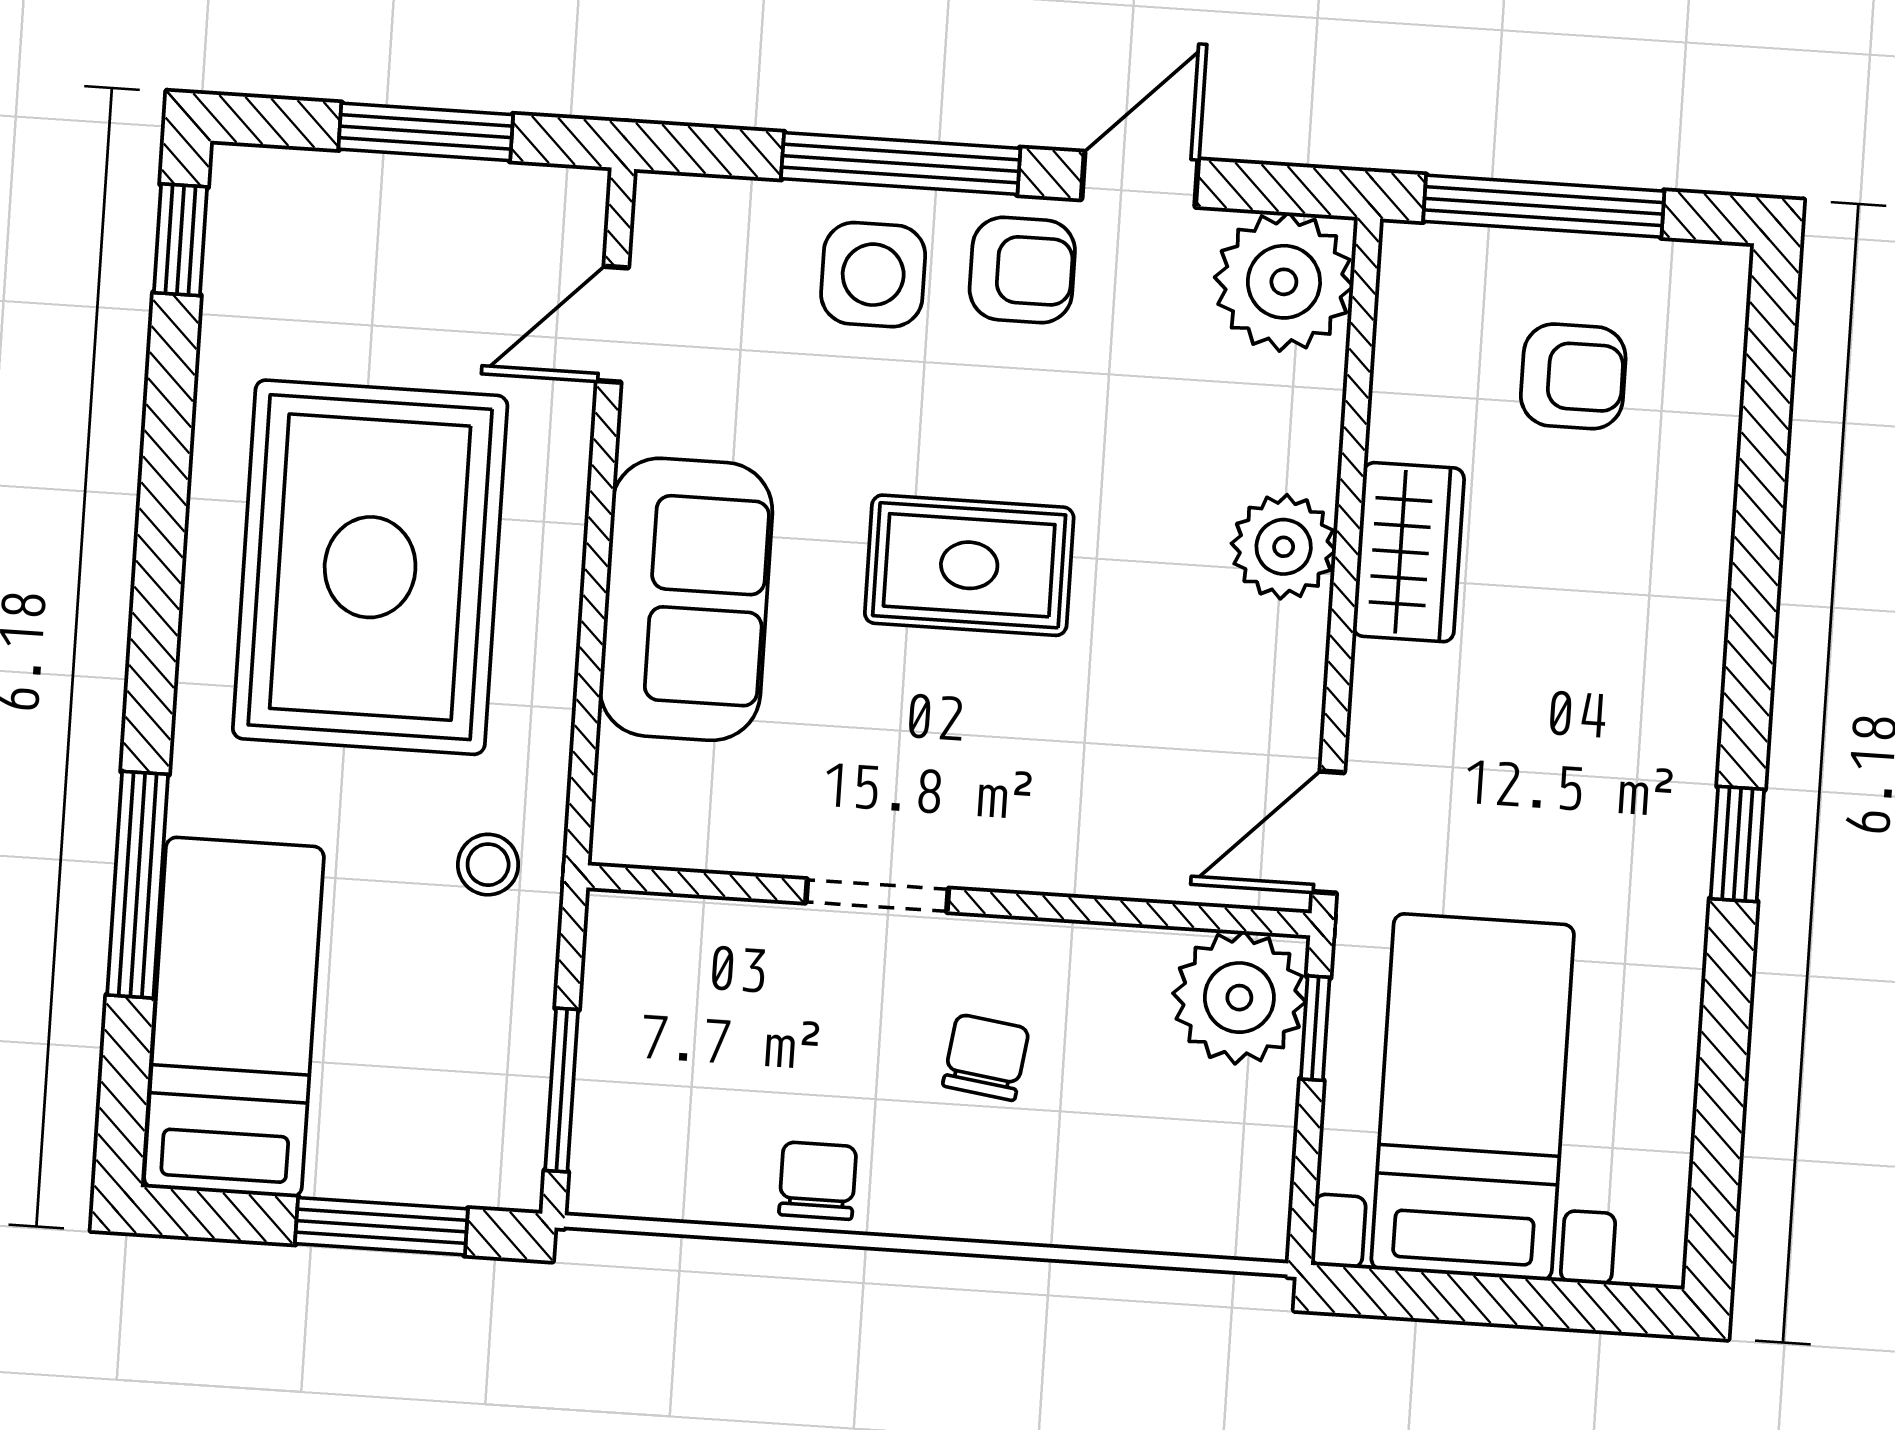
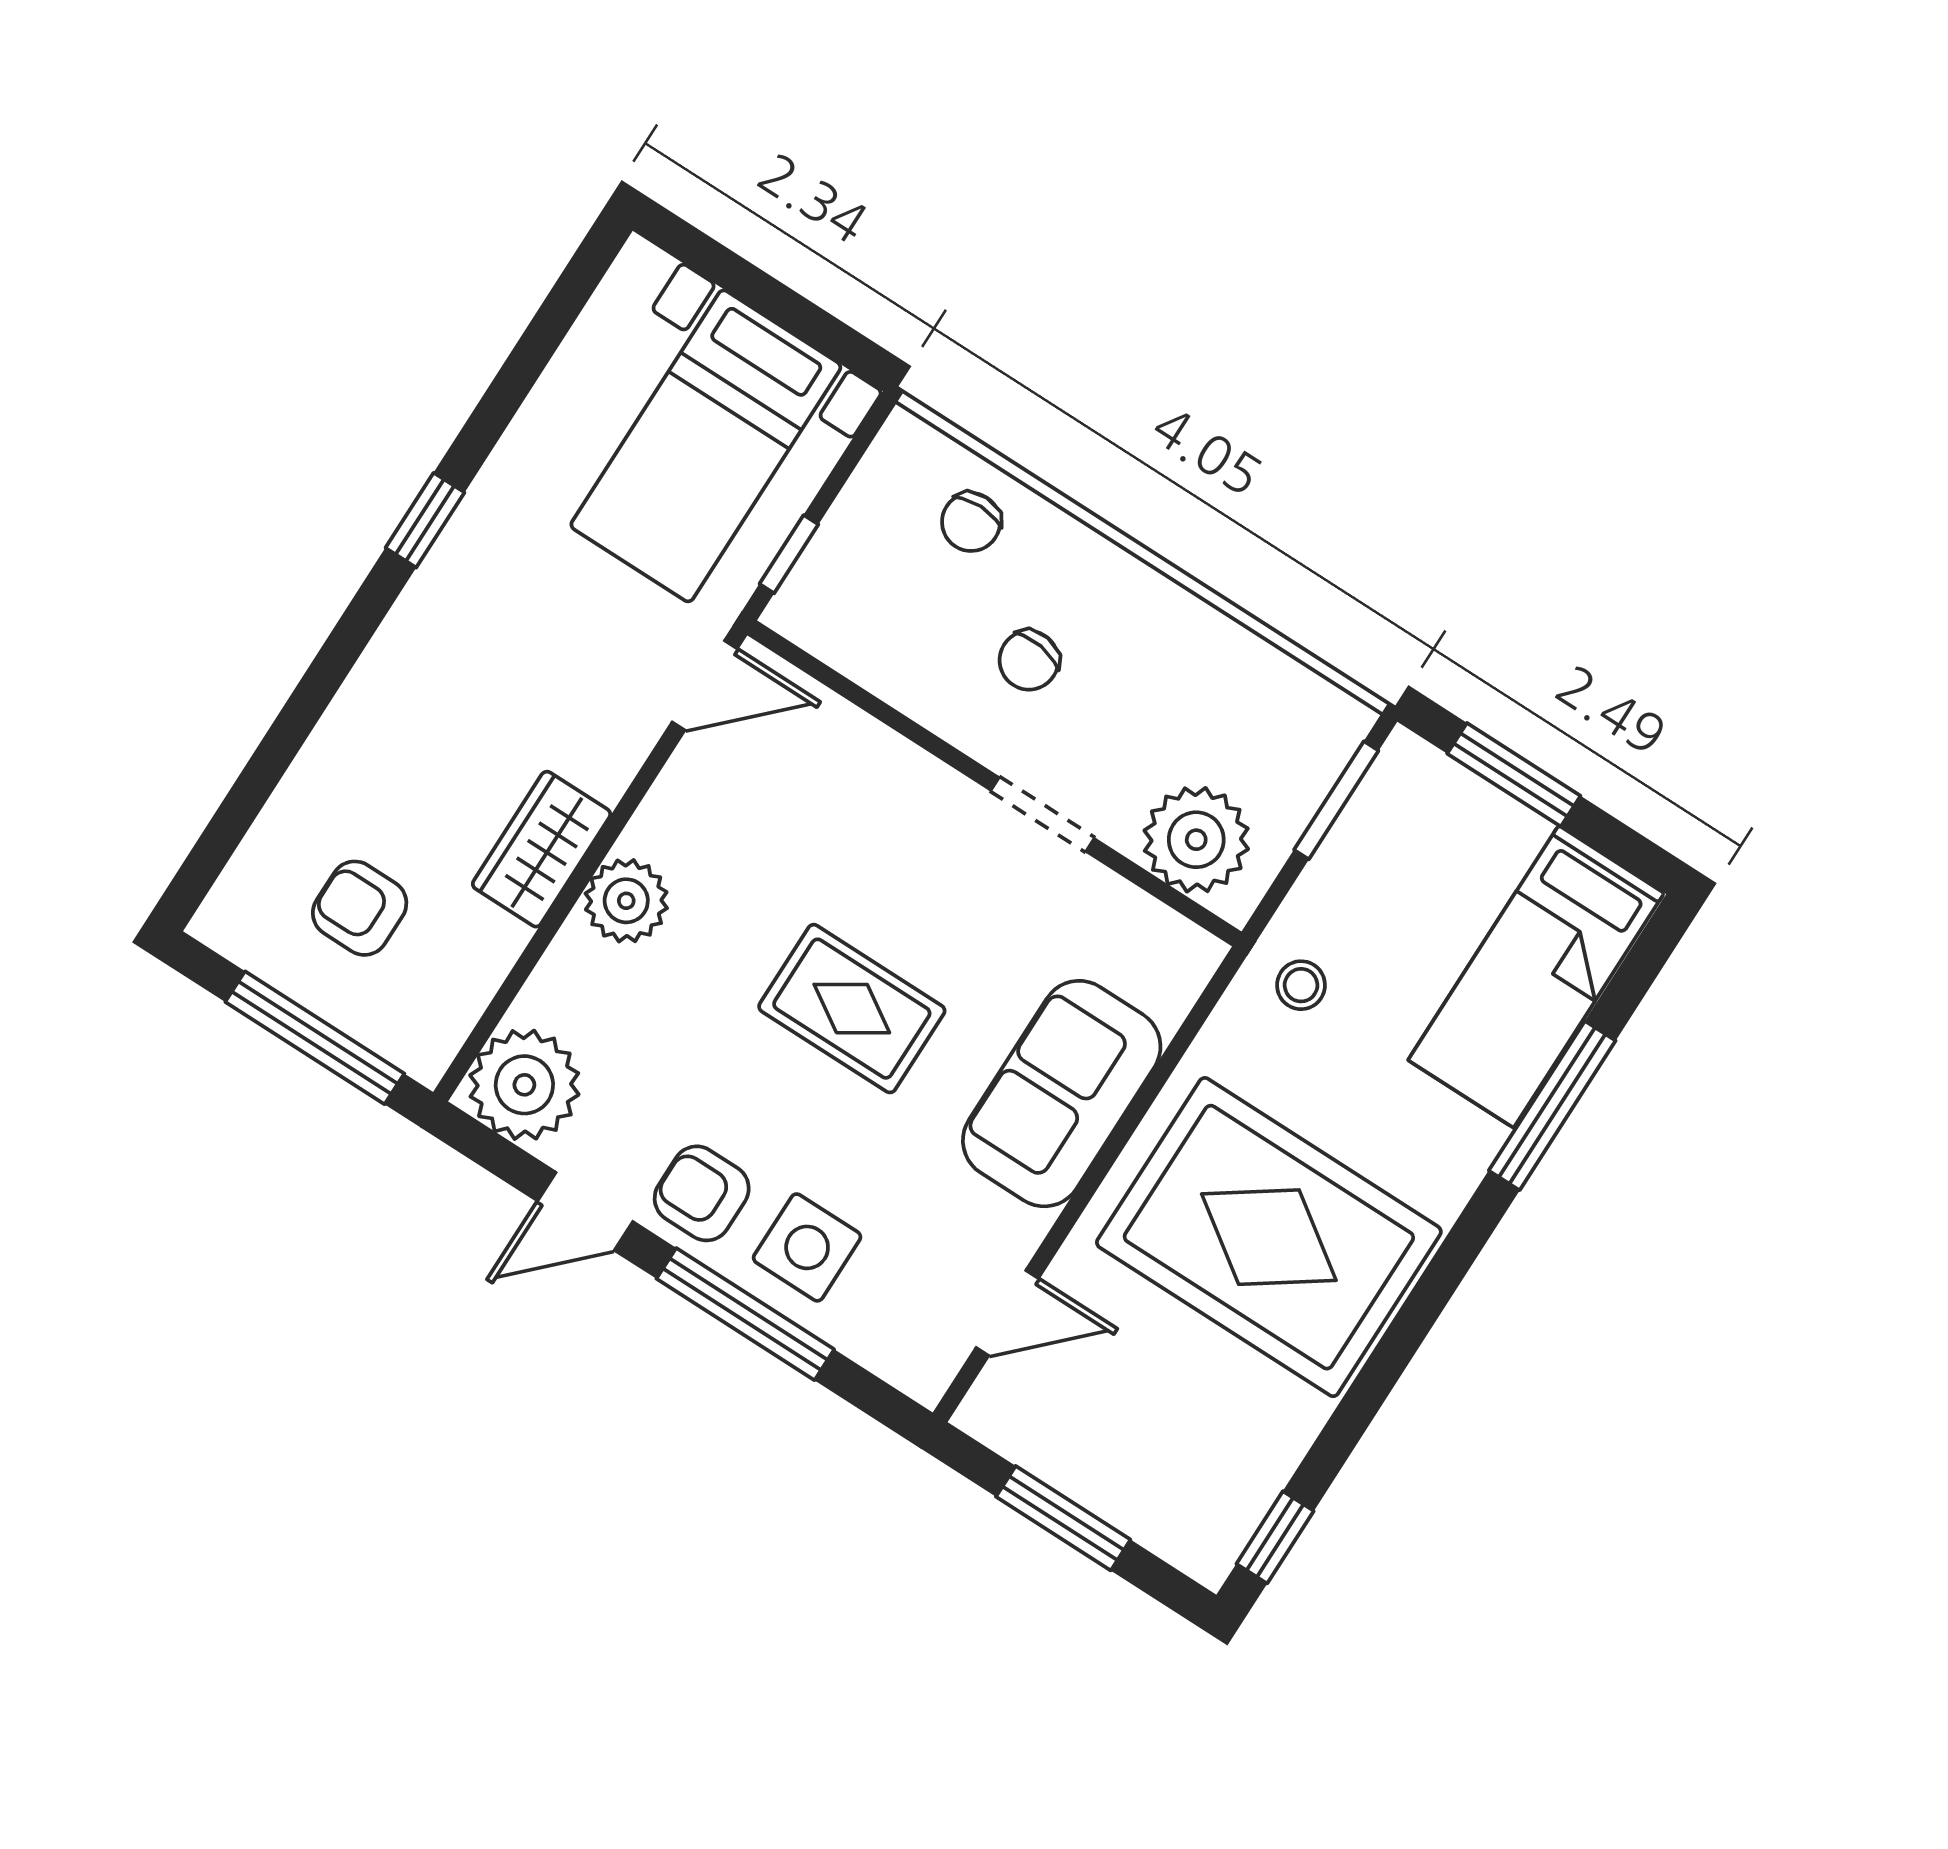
rug: (370, 567) -> (1269, 1237), turned 90
plant: (1239, 998) -> (1196, 840), moved
chair: (818, 1181) -> (971, 522), moved

